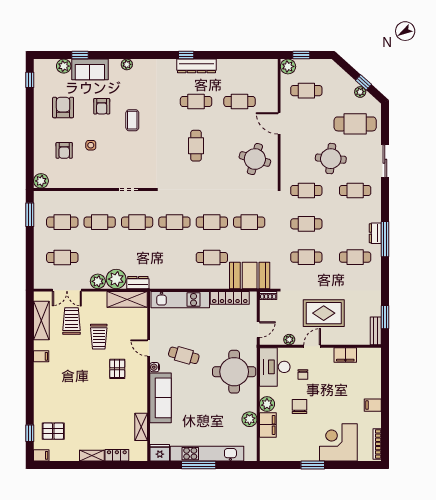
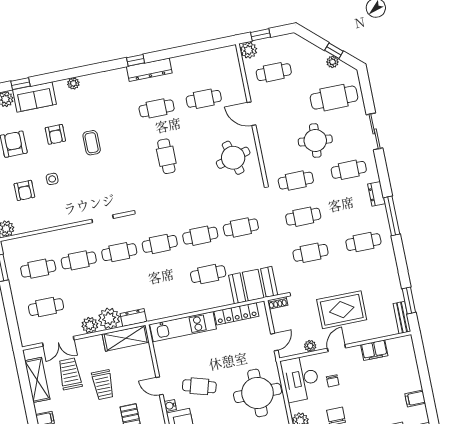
round table: (255, 159) -> (233, 158), turned -31
dresser: (375, 233) -> (376, 194), moved

